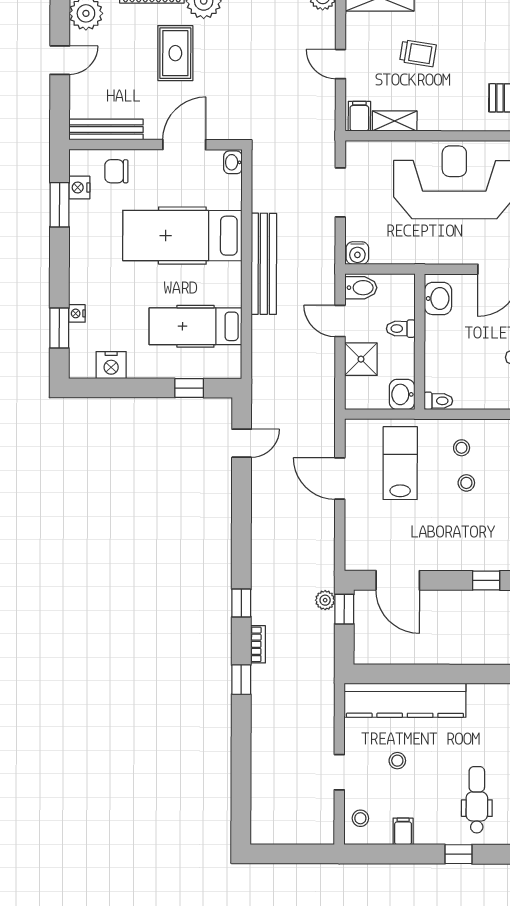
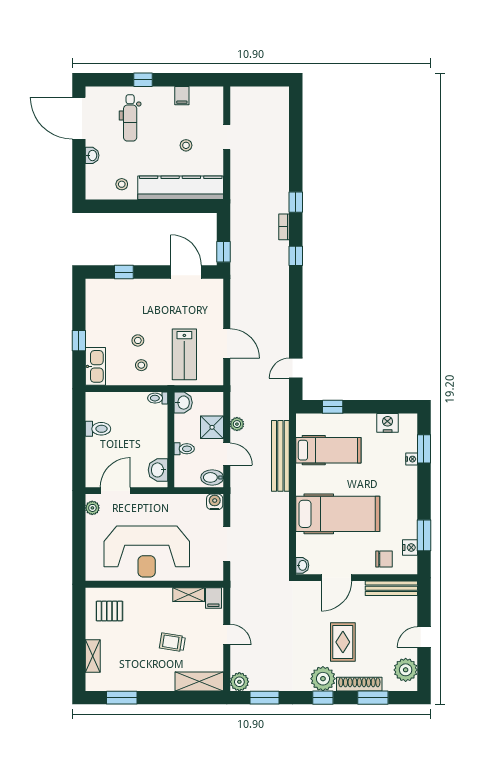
bench: (264, 264) -> (280, 456), moved
plant: (325, 600) -> (237, 424), moved
stool: (360, 818) -> (122, 184), moved

